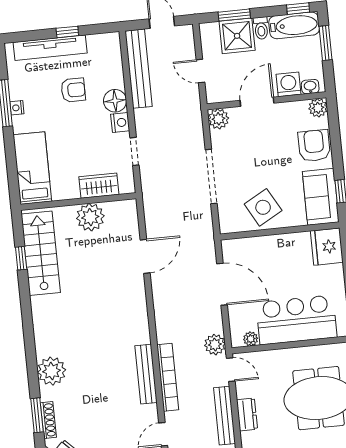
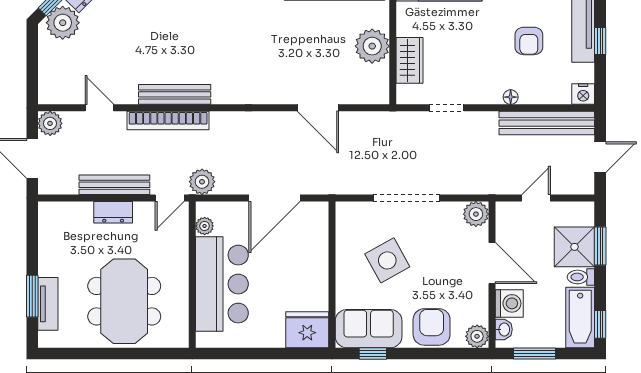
window: (326, 43) -> (534, 354), moved
floor lamp: (115, 101) -> (511, 97), width x0.53, depth x0.53
nightstand: (120, 123) -> (583, 94), moved
armchair: (314, 146) -> (432, 327), turned -90
side table: (263, 207) -> (387, 260), moved

